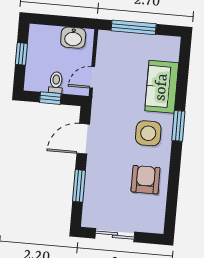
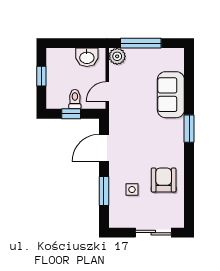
plant: (106, 40) -> (117, 56), added
side table: (148, 133) -> (132, 190), moved, width x0.54, depth x0.54
sliding door: (115, 235) -> (153, 233), moved

